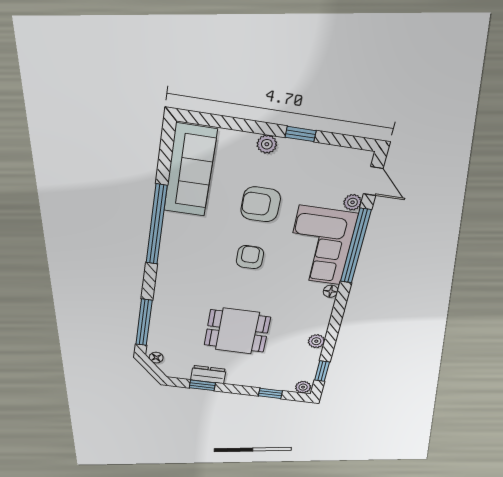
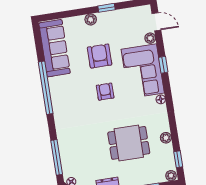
armchair: (261, 204) -> (100, 56), turned 90
window: (356, 246) -> (163, 65), width x0.32
dining table: (237, 331) -> (129, 143), moved

